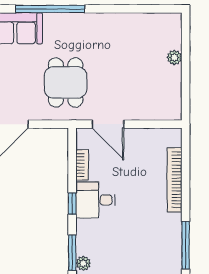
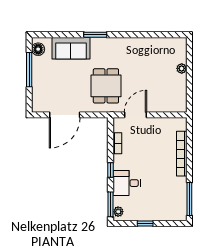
window: (50, 9) -> (95, 35), width x0.47
door: (108, 124) -> (135, 115), swing flipped
desk: (95, 200) -> (127, 183), moved

